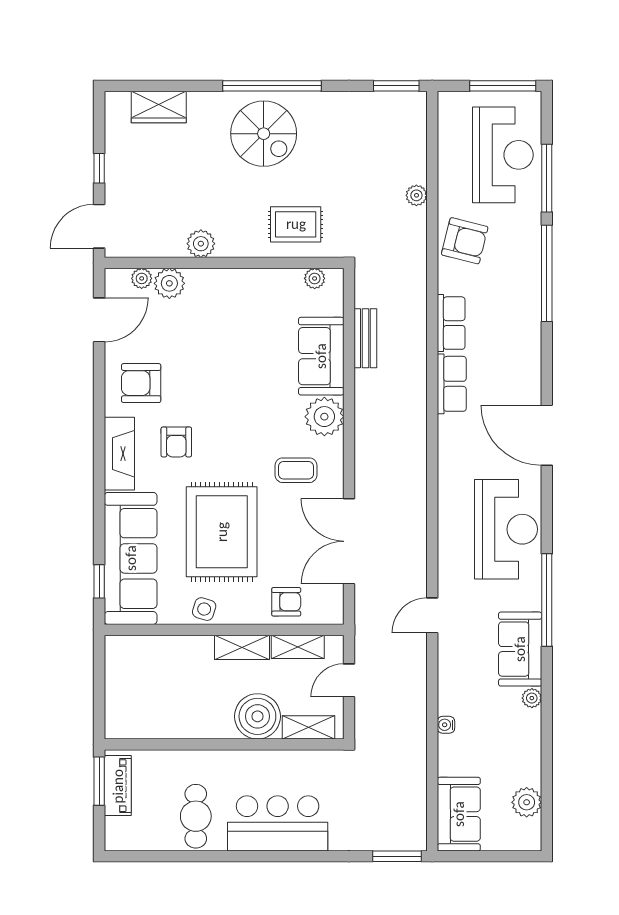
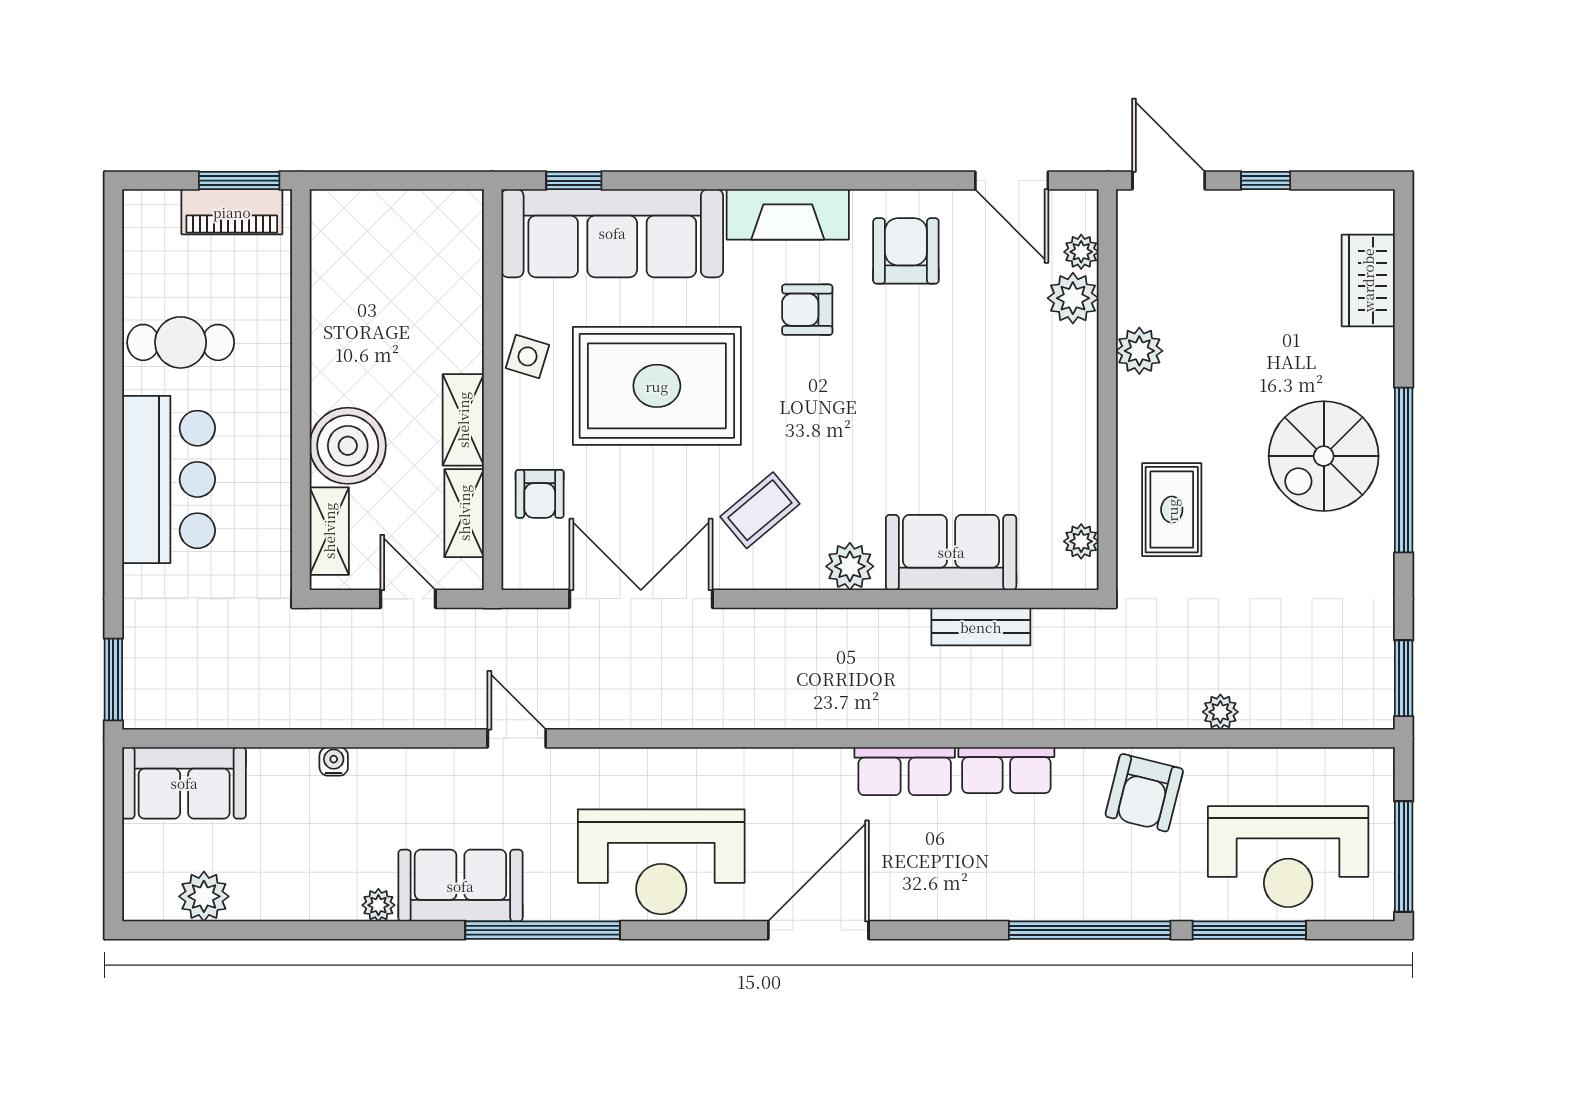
plant: (324, 417) -> (850, 566), width x0.73, depth x0.73
coffee table: (296, 470) -> (760, 510), turned 50

